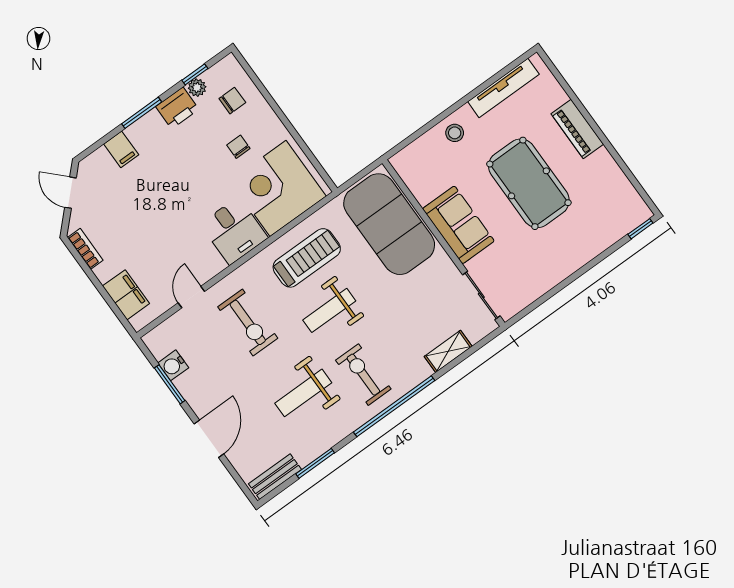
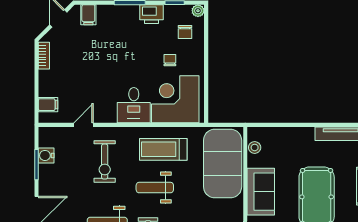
plant: (197, 88) -> (198, 11), moved
chair: (232, 101) -> (185, 32), turned 90
stool: (455, 133) -> (255, 147), moved
filing cabinet: (121, 149) -> (88, 15), moved
treadmill: (307, 258) -> (163, 149), turned 180
filing cabinet: (126, 295) -> (48, 105), width x0.50

